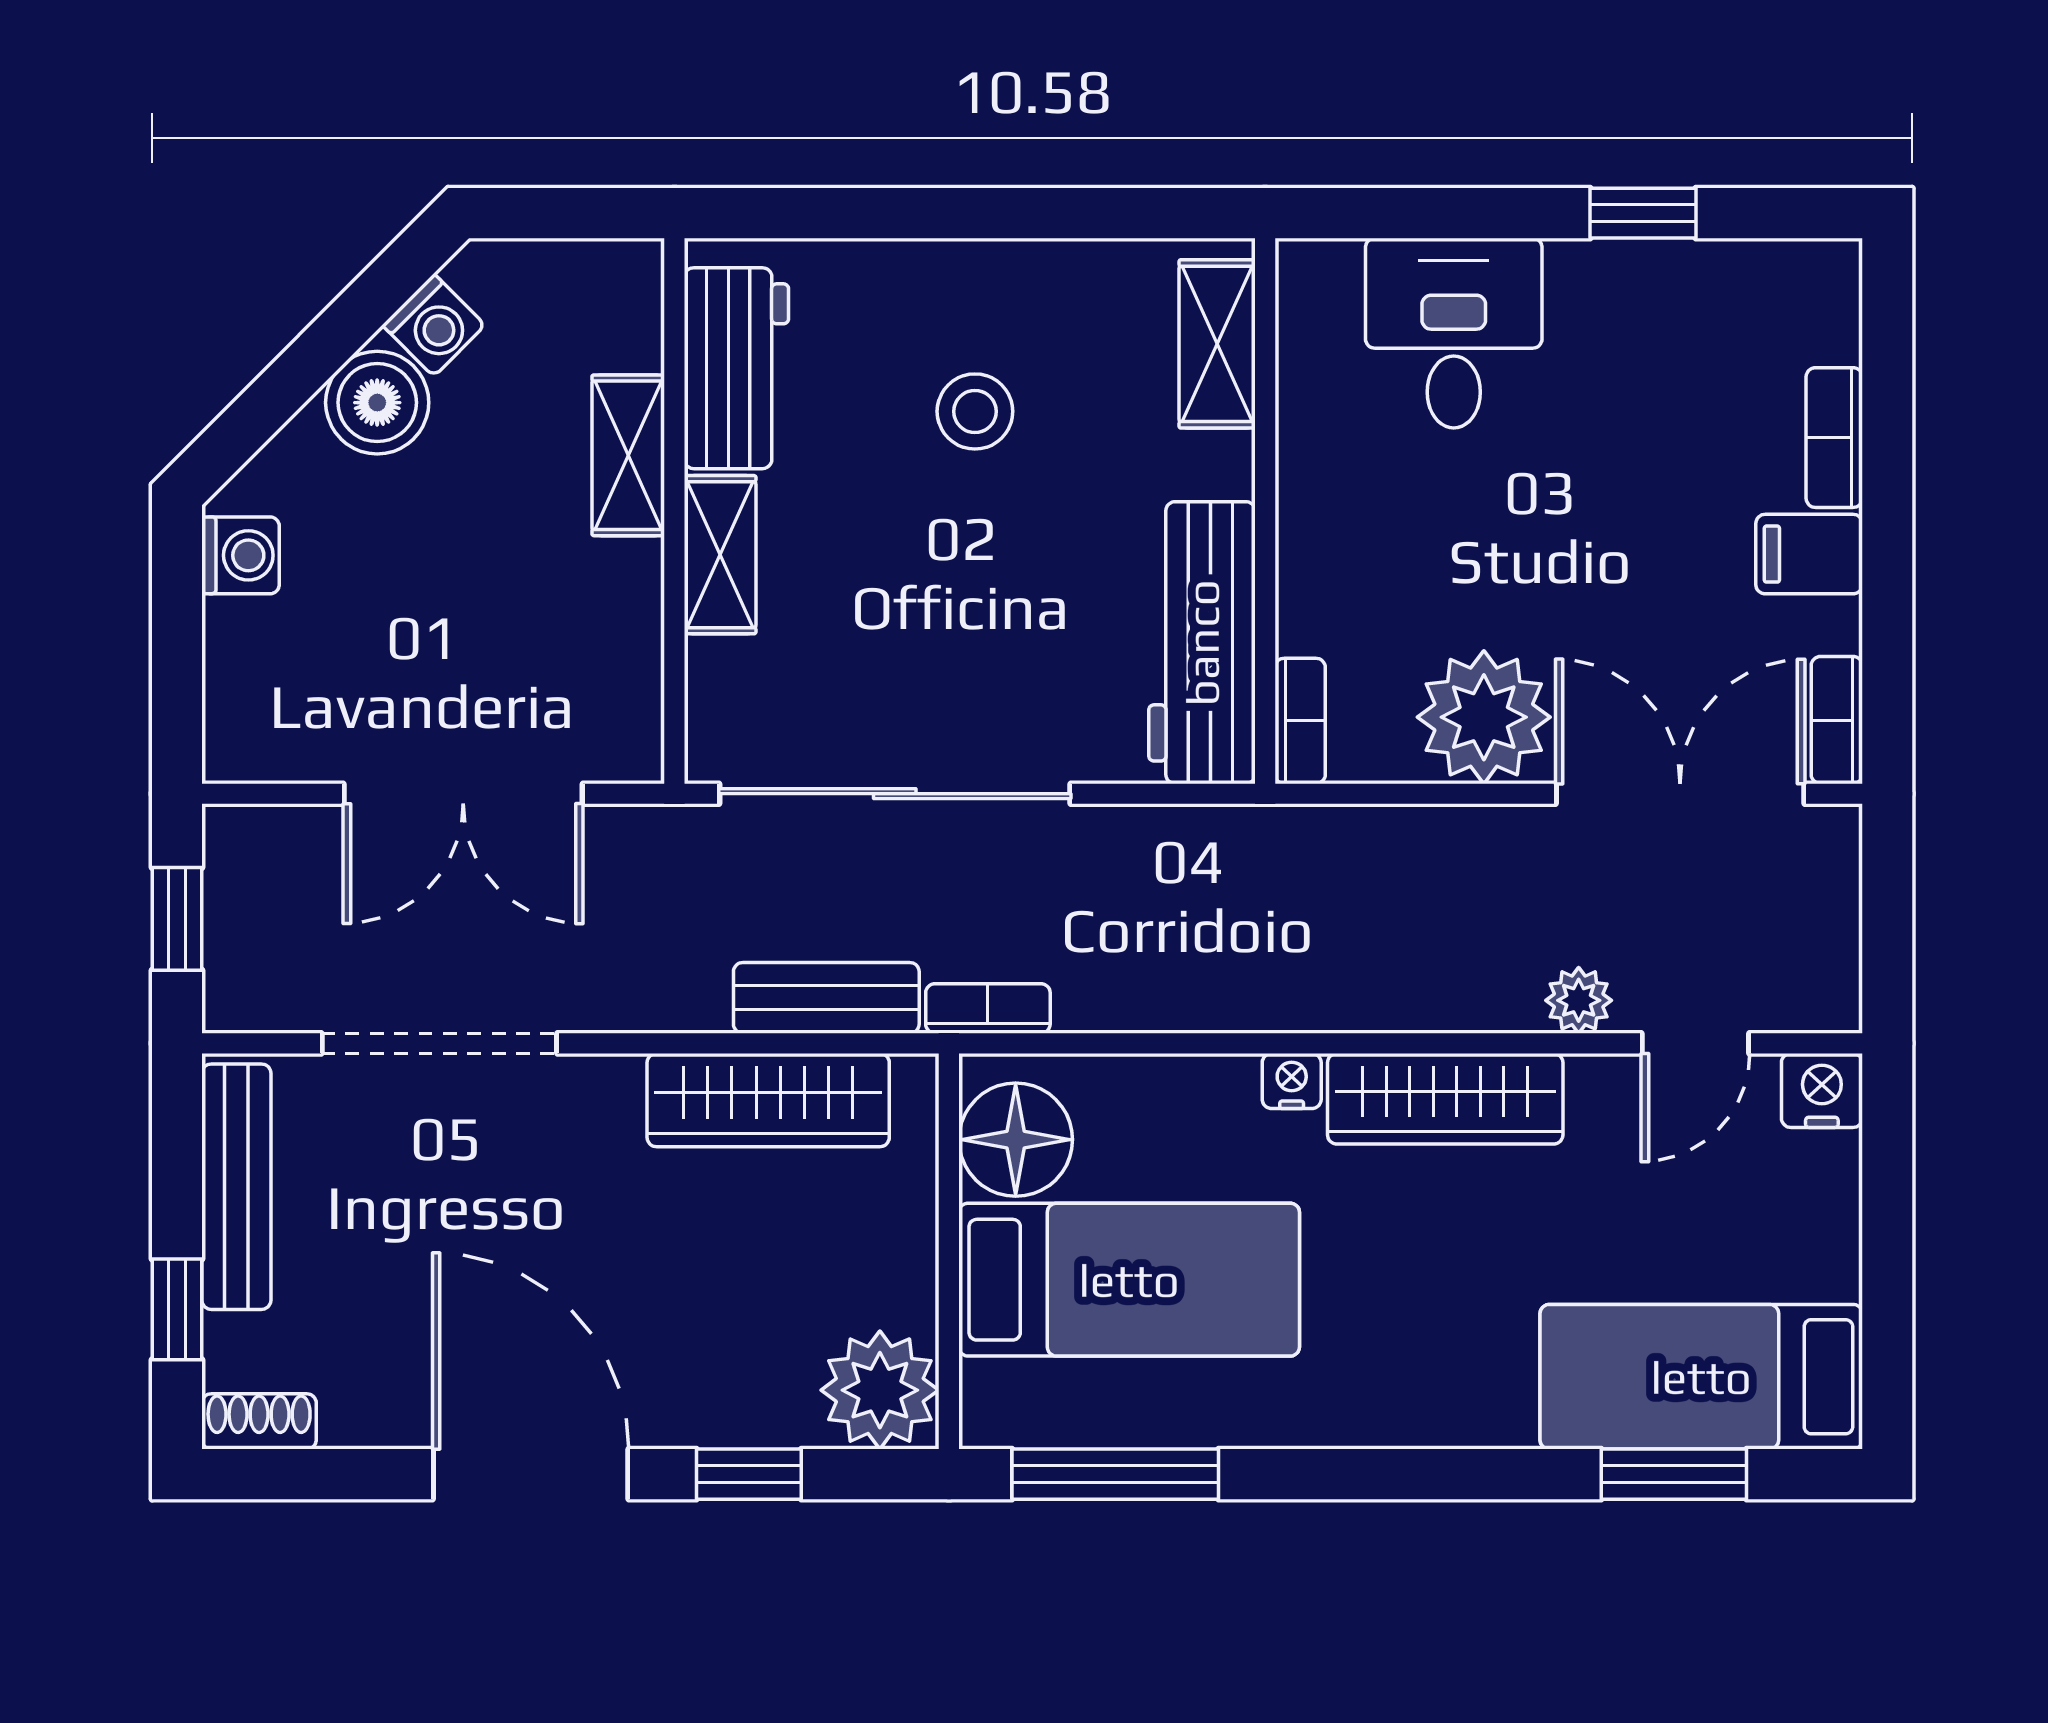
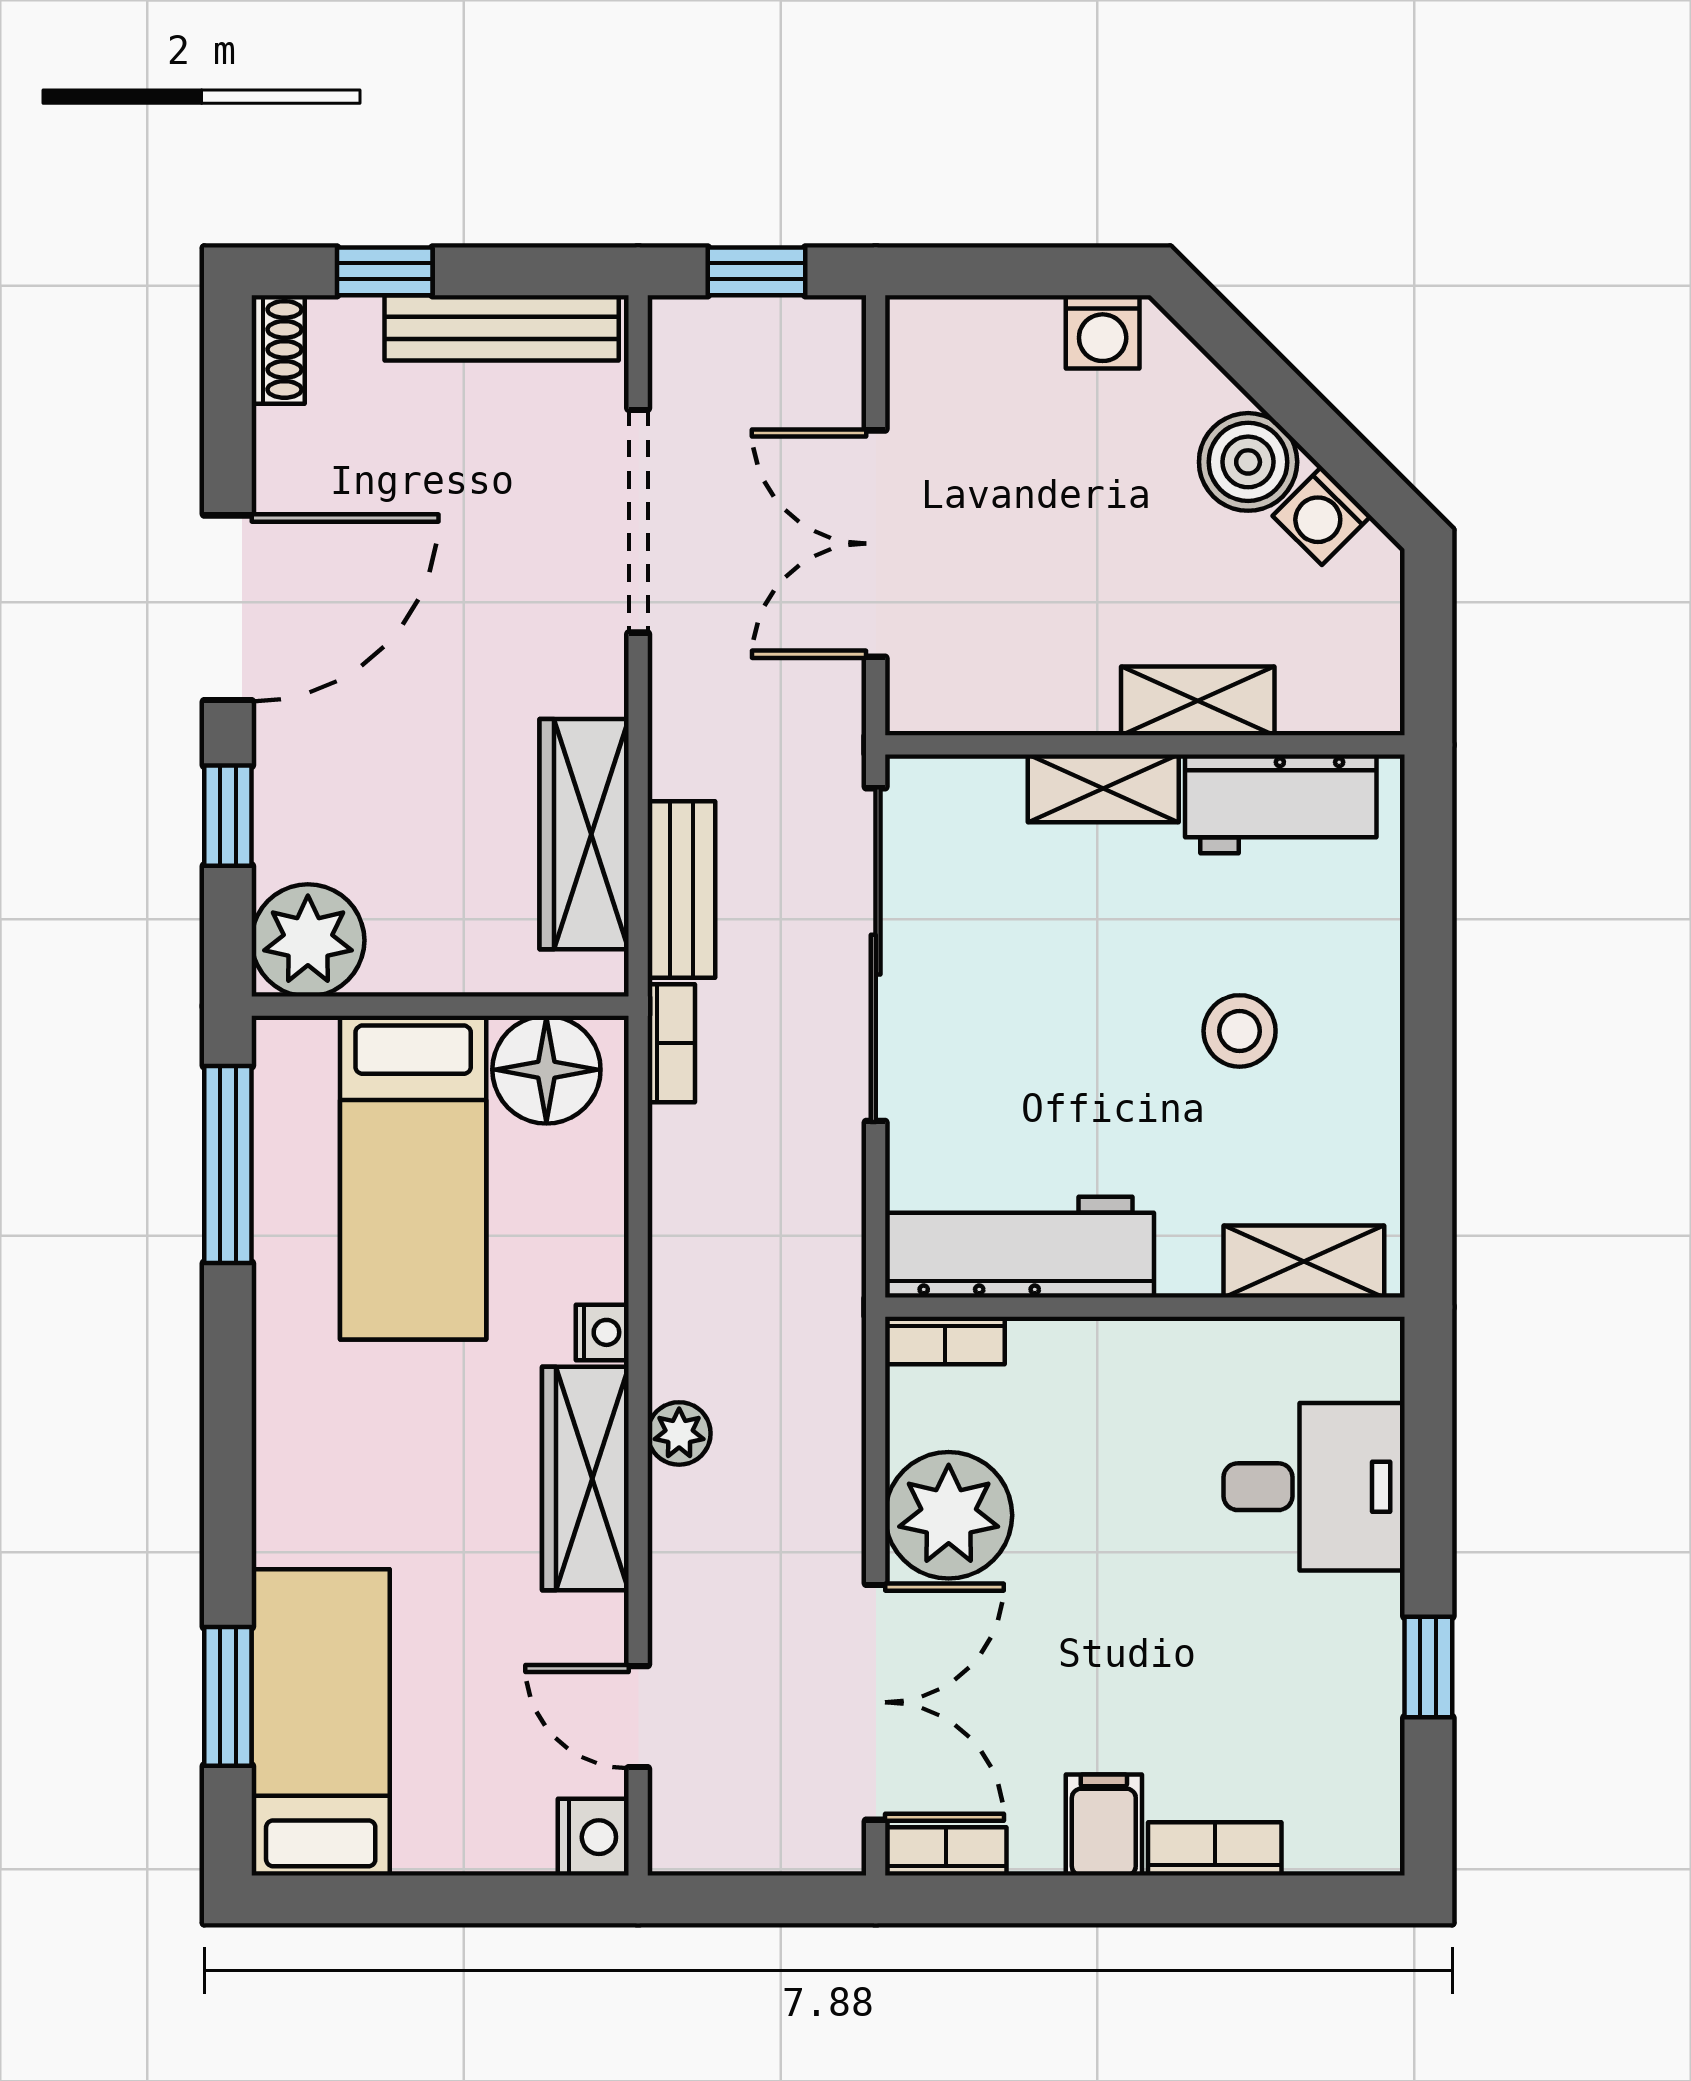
plant: (1579, 1000) -> (679, 1433), moved

